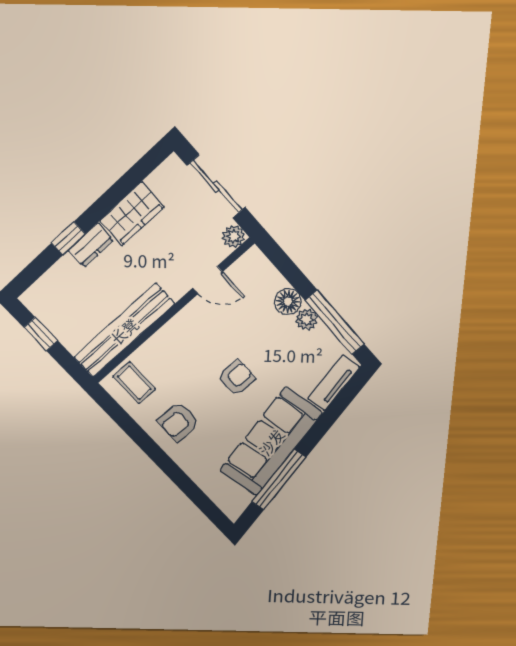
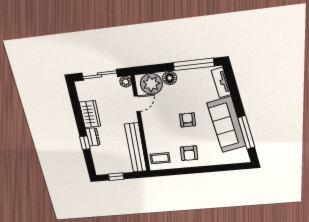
plant: (306, 319) -> (151, 84), moved, width x1.87, depth x1.87

